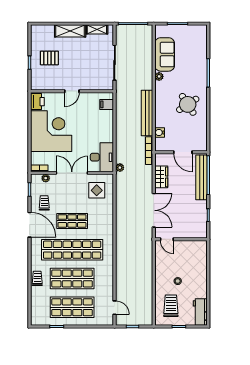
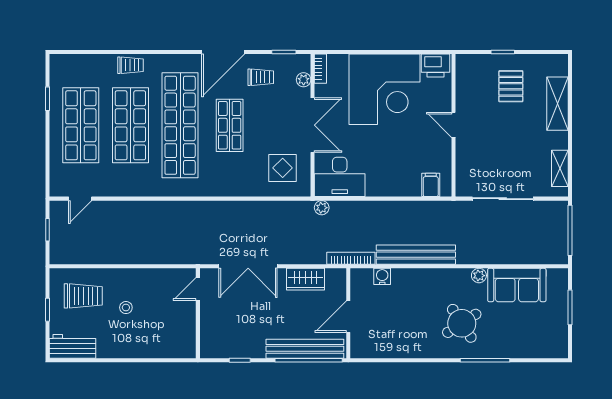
shelving: (70, 31) -> (557, 104), moved
round table: (188, 104) -> (462, 323), moved

